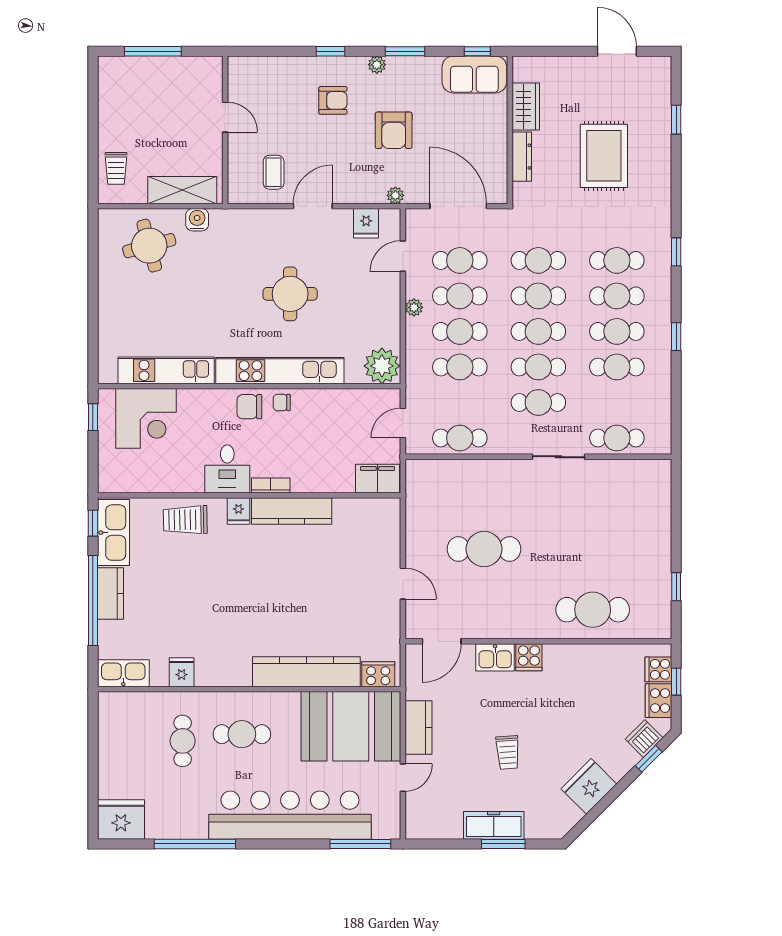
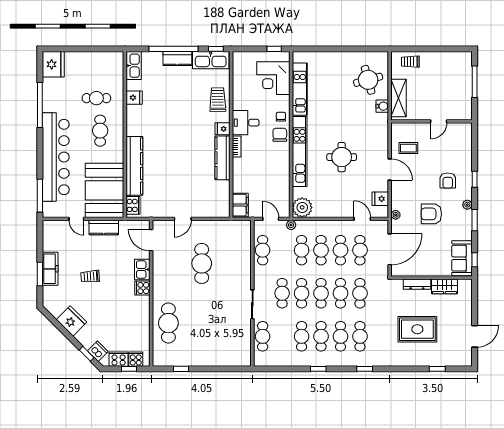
plant: (414, 307) -> (291, 225), moved
chair: (282, 402) -> (281, 117), moved

